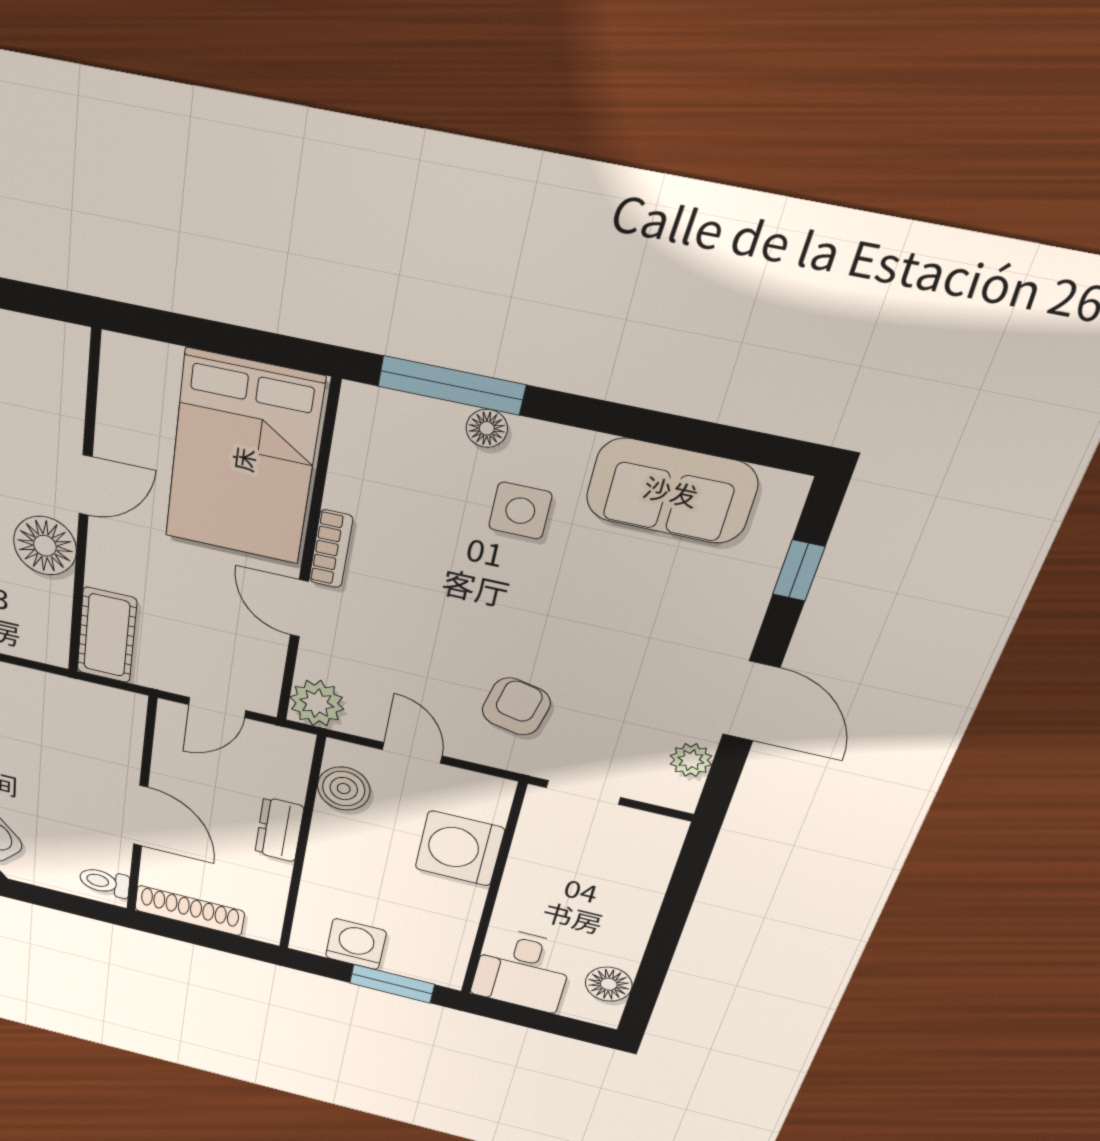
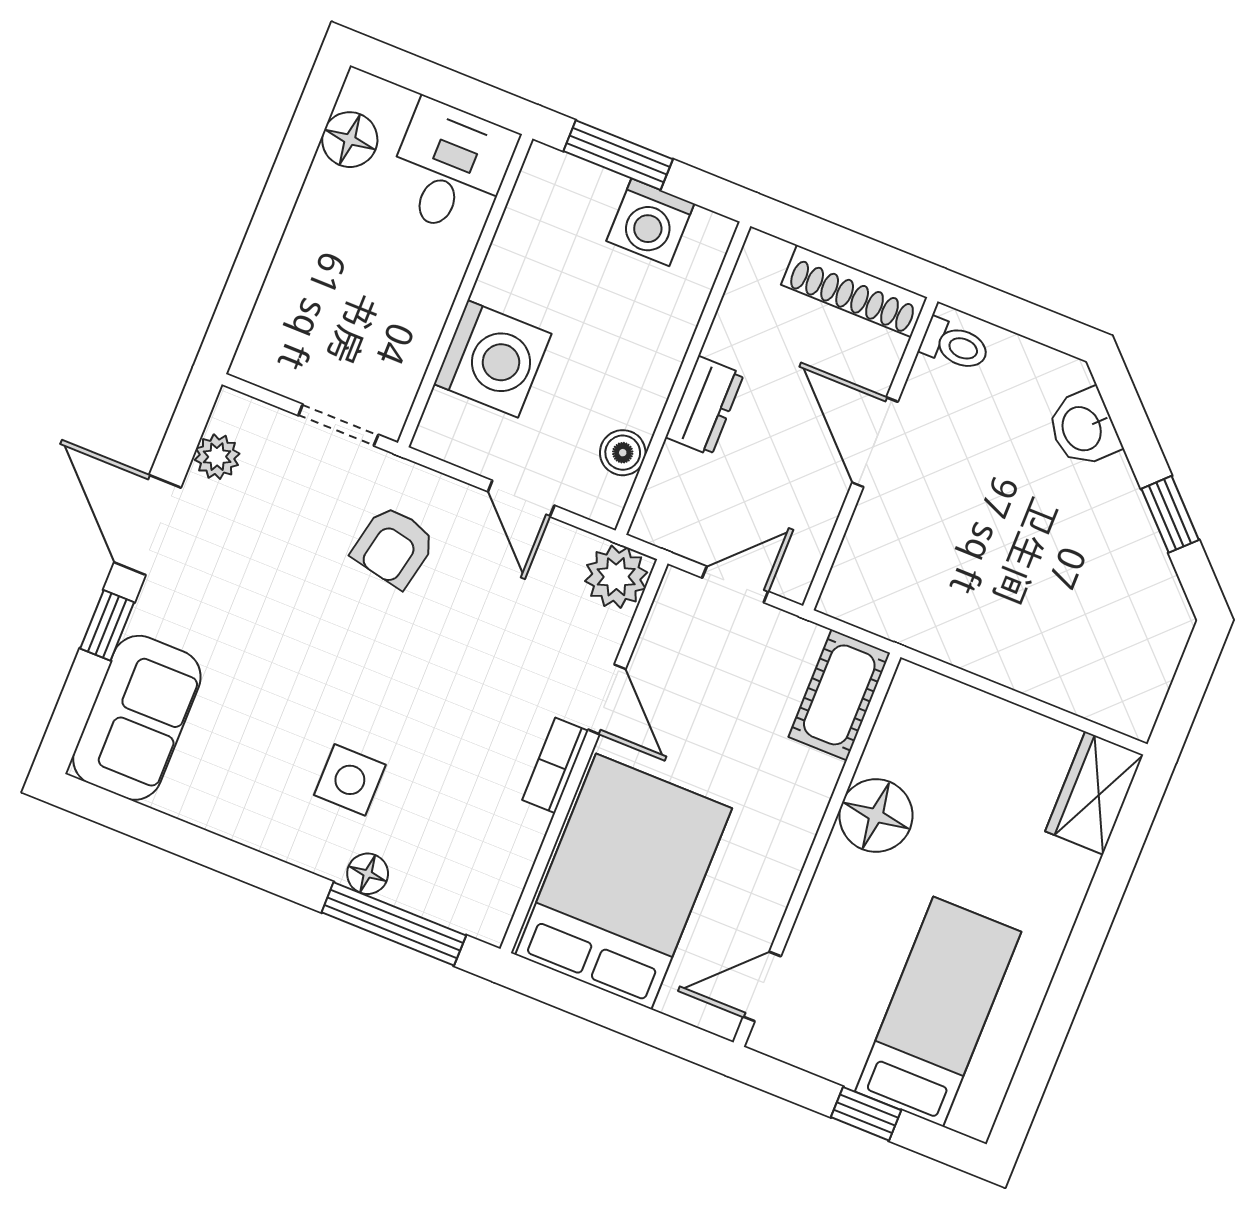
door: (86, 485) -> (762, 987), moved
sofa: (671, 491) -> (137, 718), moved, turned 90
window: (799, 570) -> (107, 625), moved
boiler: (344, 789) -> (623, 453), width x0.73, depth x0.73

